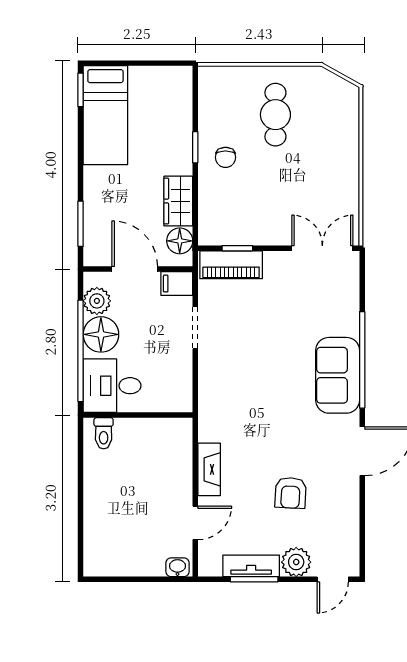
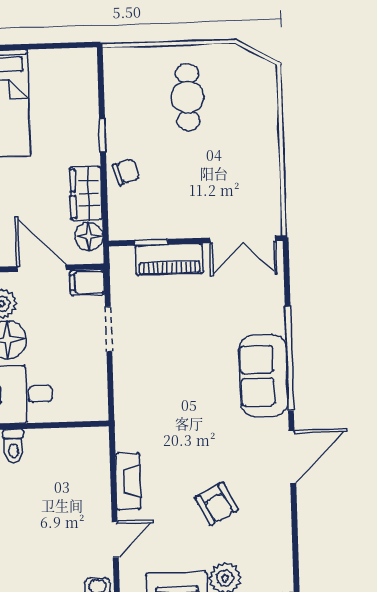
chair: (225, 157) -> (126, 172), moved, turned -107
double door: (322, 248) -> (243, 239), swing flipped
piano: (231, 265) -> (169, 260), moved
armchair: (291, 493) -> (217, 504), turned -31

